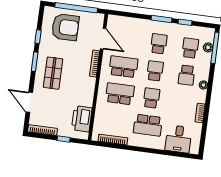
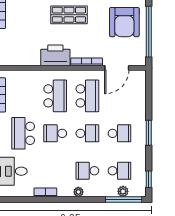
window: (185, 22) -> (149, 179), moved
school desk: (151, 98) -> (55, 133), turned 180
printer: (82, 119) -> (55, 55), moved

